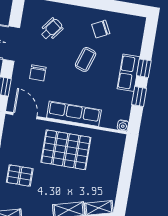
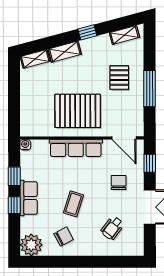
plant: (134, 26) -> (31, 245), added
pallet: (20, 176) -> (119, 78), turned 90

